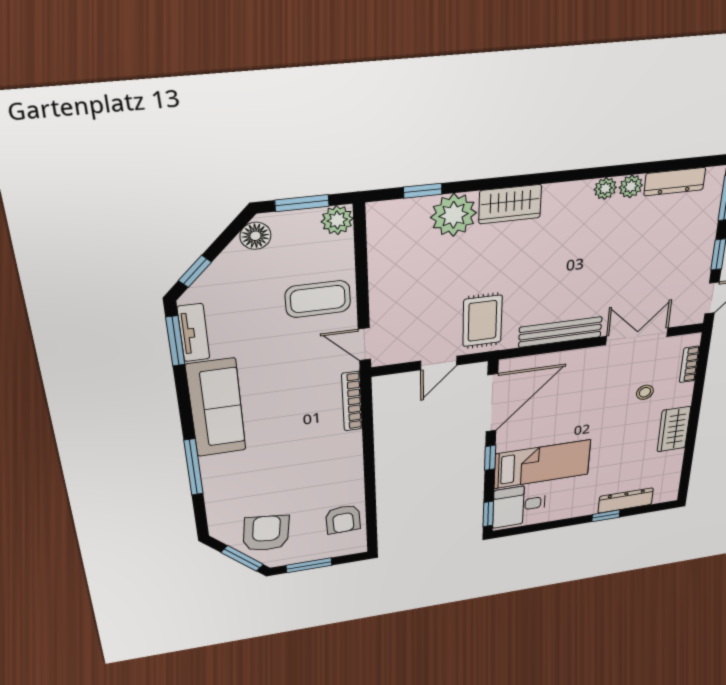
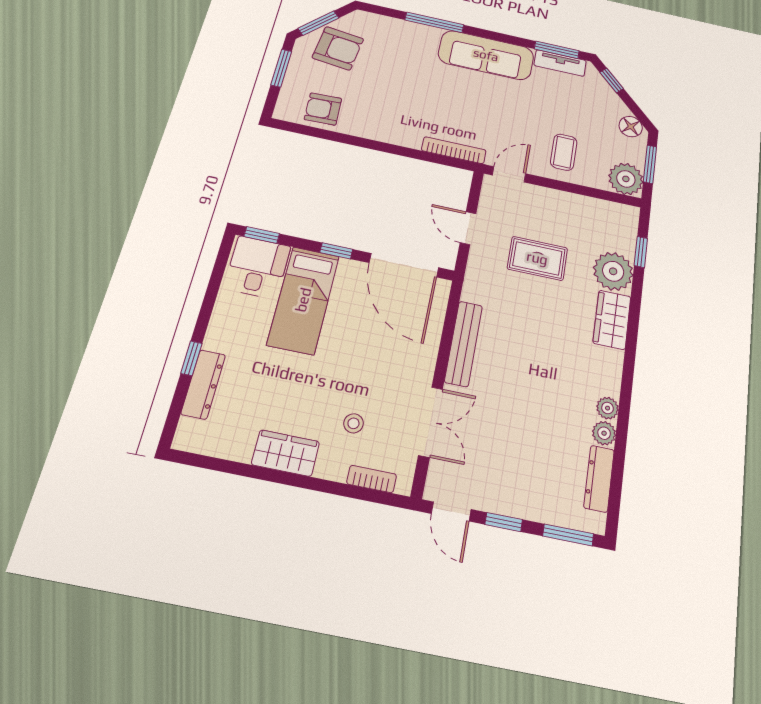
plant: (337, 220) -> (626, 179), width x1.36, depth x1.36
coffee table: (318, 299) -> (564, 152), width x0.73, depth x0.77
rug: (482, 321) -> (537, 258), moved

